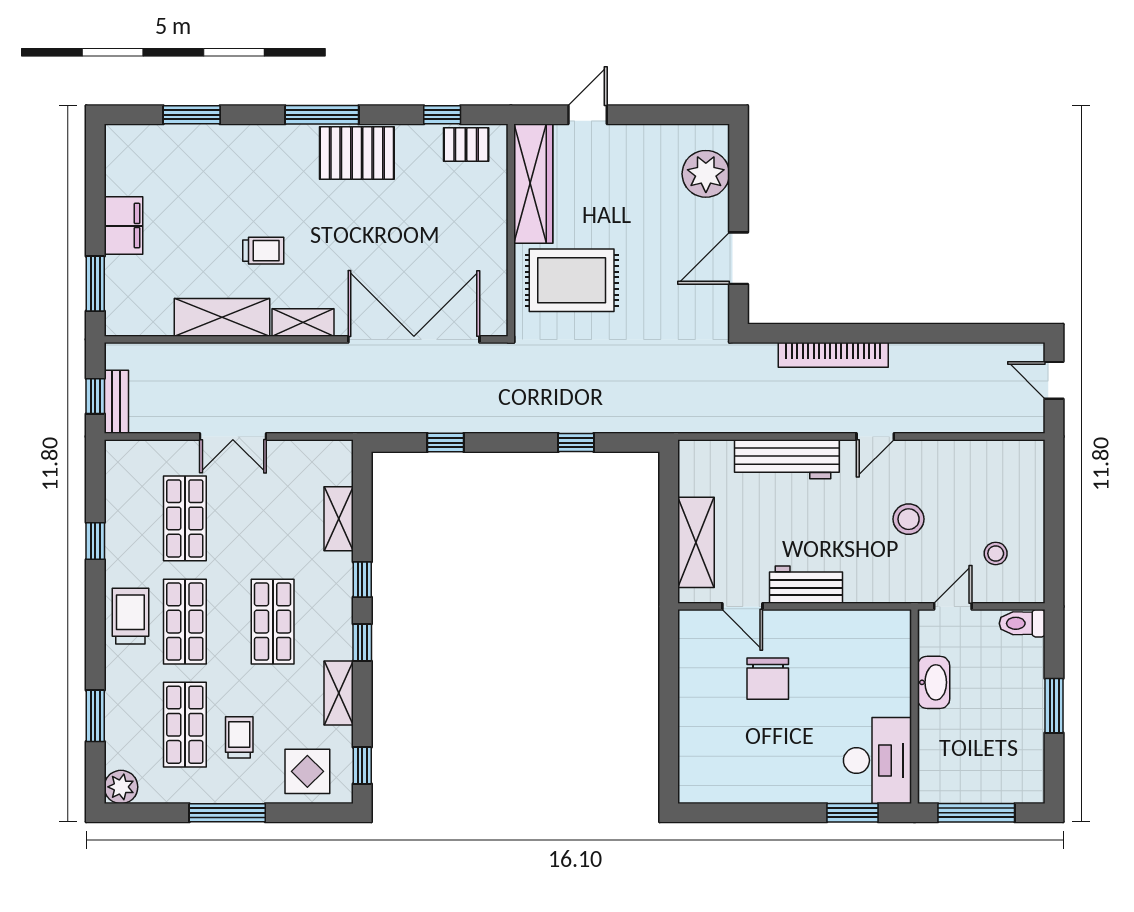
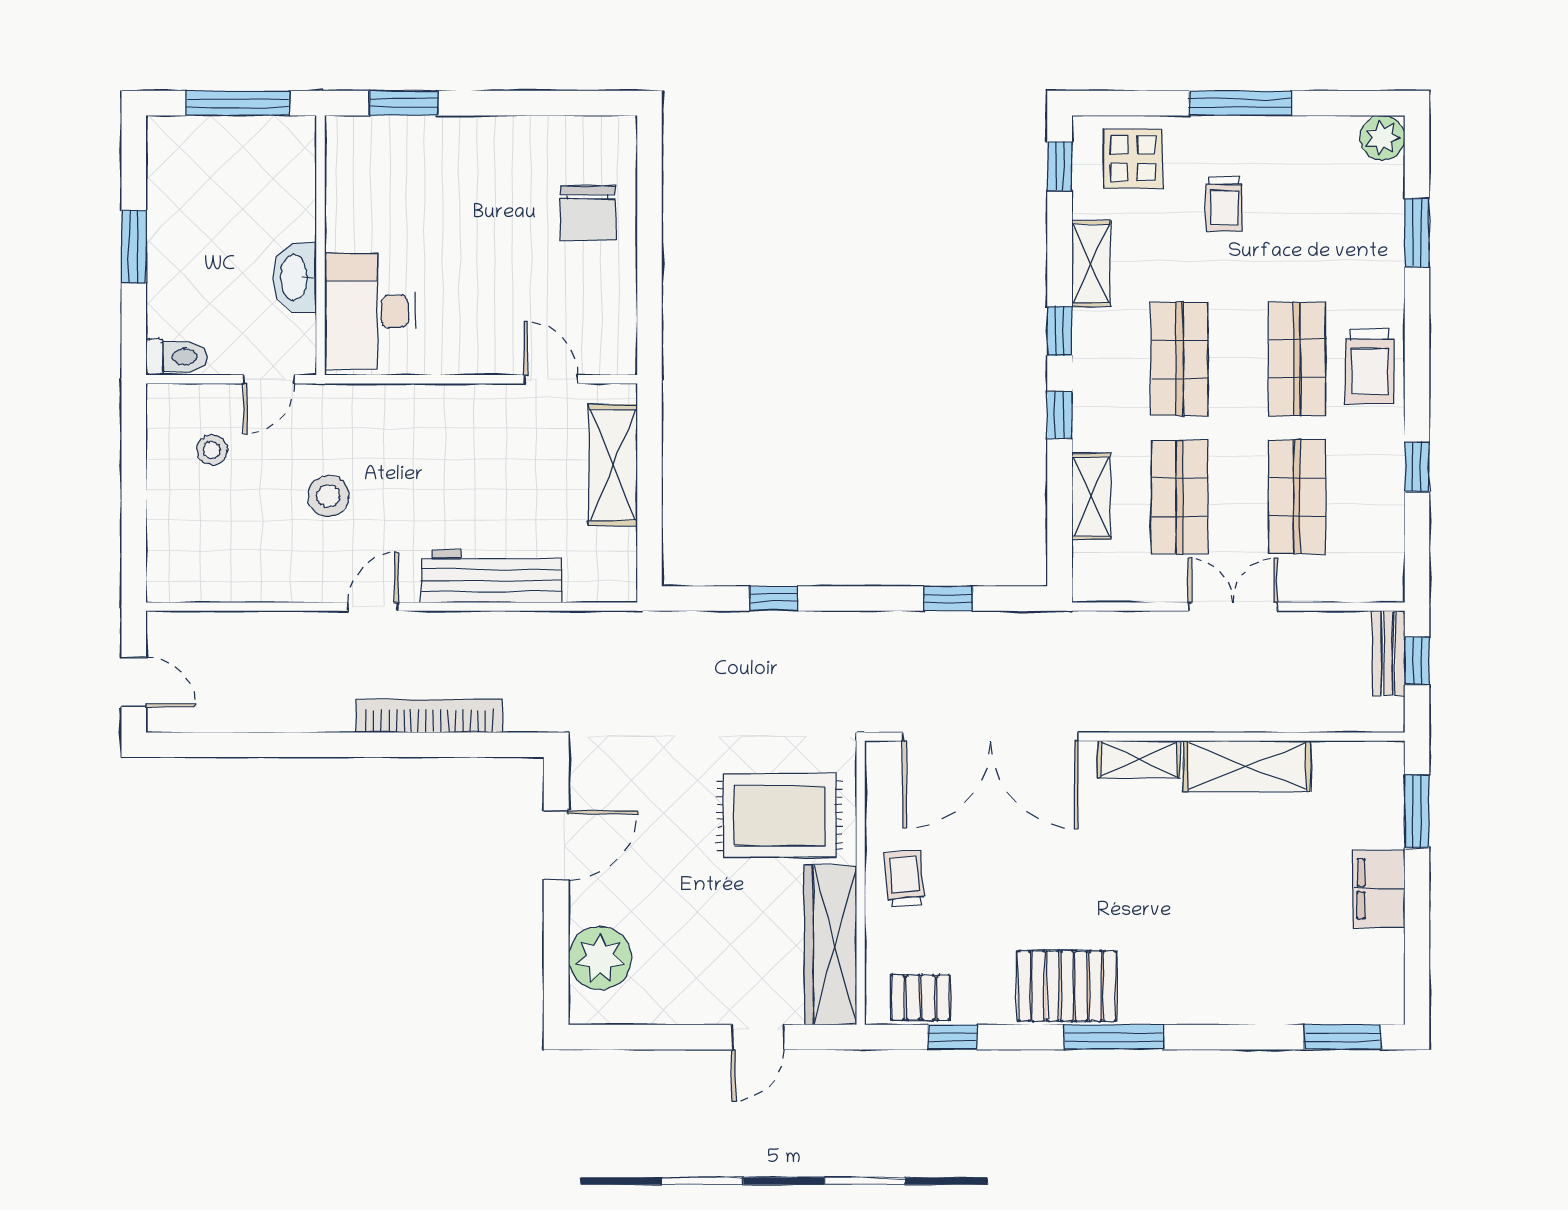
window: (192, 115) -> (1342, 1037), moved
trolley: (263, 251) -> (904, 878), moved, turned 85
workbench: (806, 585) -> (466, 408), removed
chair: (768, 679) -> (588, 213), moved, turned 180
shop shelf: (185, 725) -> (1180, 497), moved
desk: (878, 760) -> (370, 311), moved

